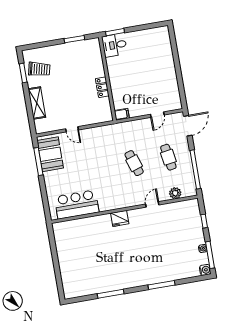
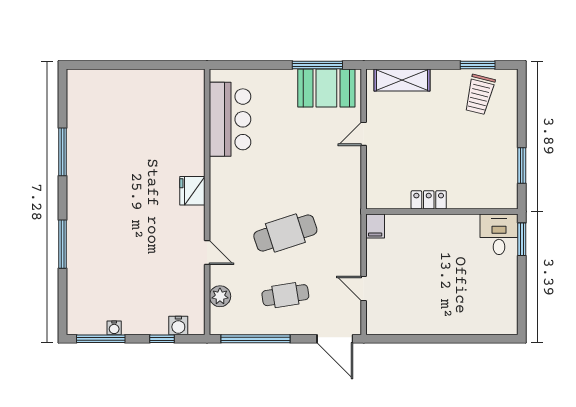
shelving: (37, 103) -> (402, 80), moved
cafe table: (134, 163) -> (285, 233), width x1.37, depth x1.35
water cooler: (205, 270) -> (178, 325), moved

